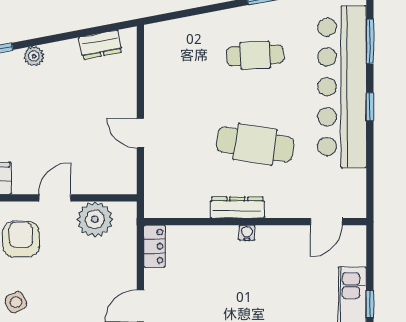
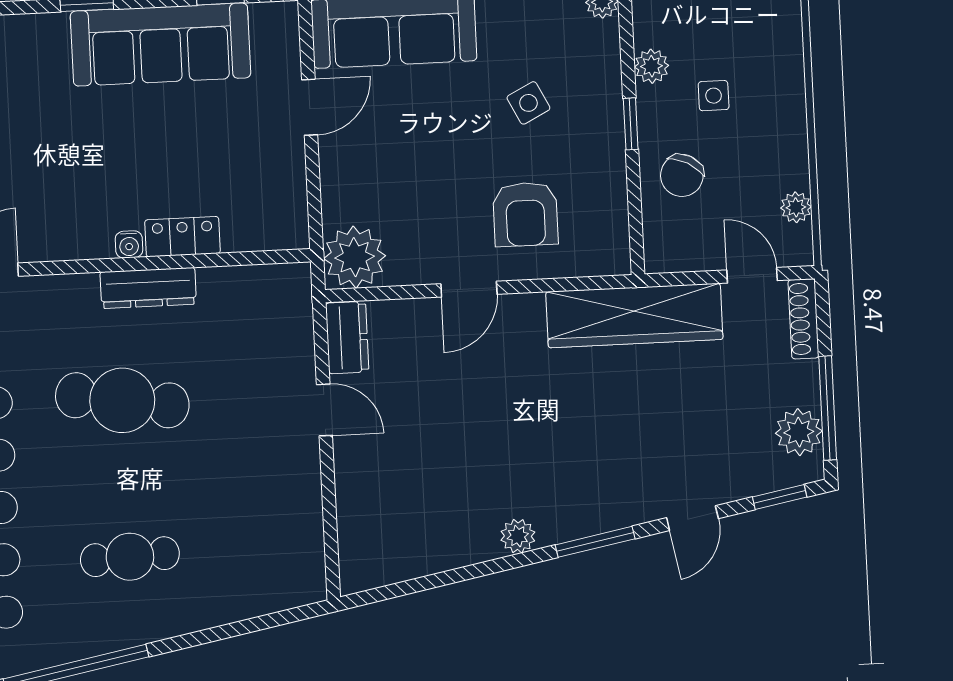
dresser: (100, 45) -> (347, 337), moved, turned 101
plant: (95, 219) -> (355, 257), moved
locker: (155, 246) -> (182, 237), moved, turned 90

